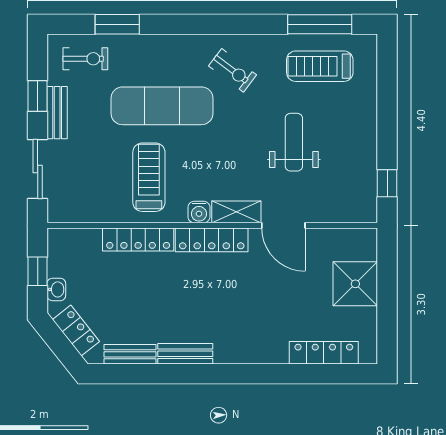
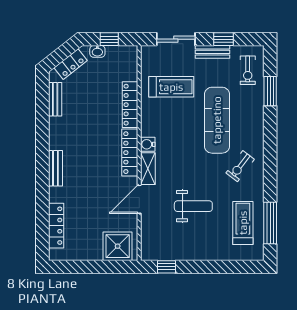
treadmill: (149, 177) -> (171, 87), moved
shower: (355, 284) -> (118, 246), moved
bench: (185, 354) -> (55, 168), moved

